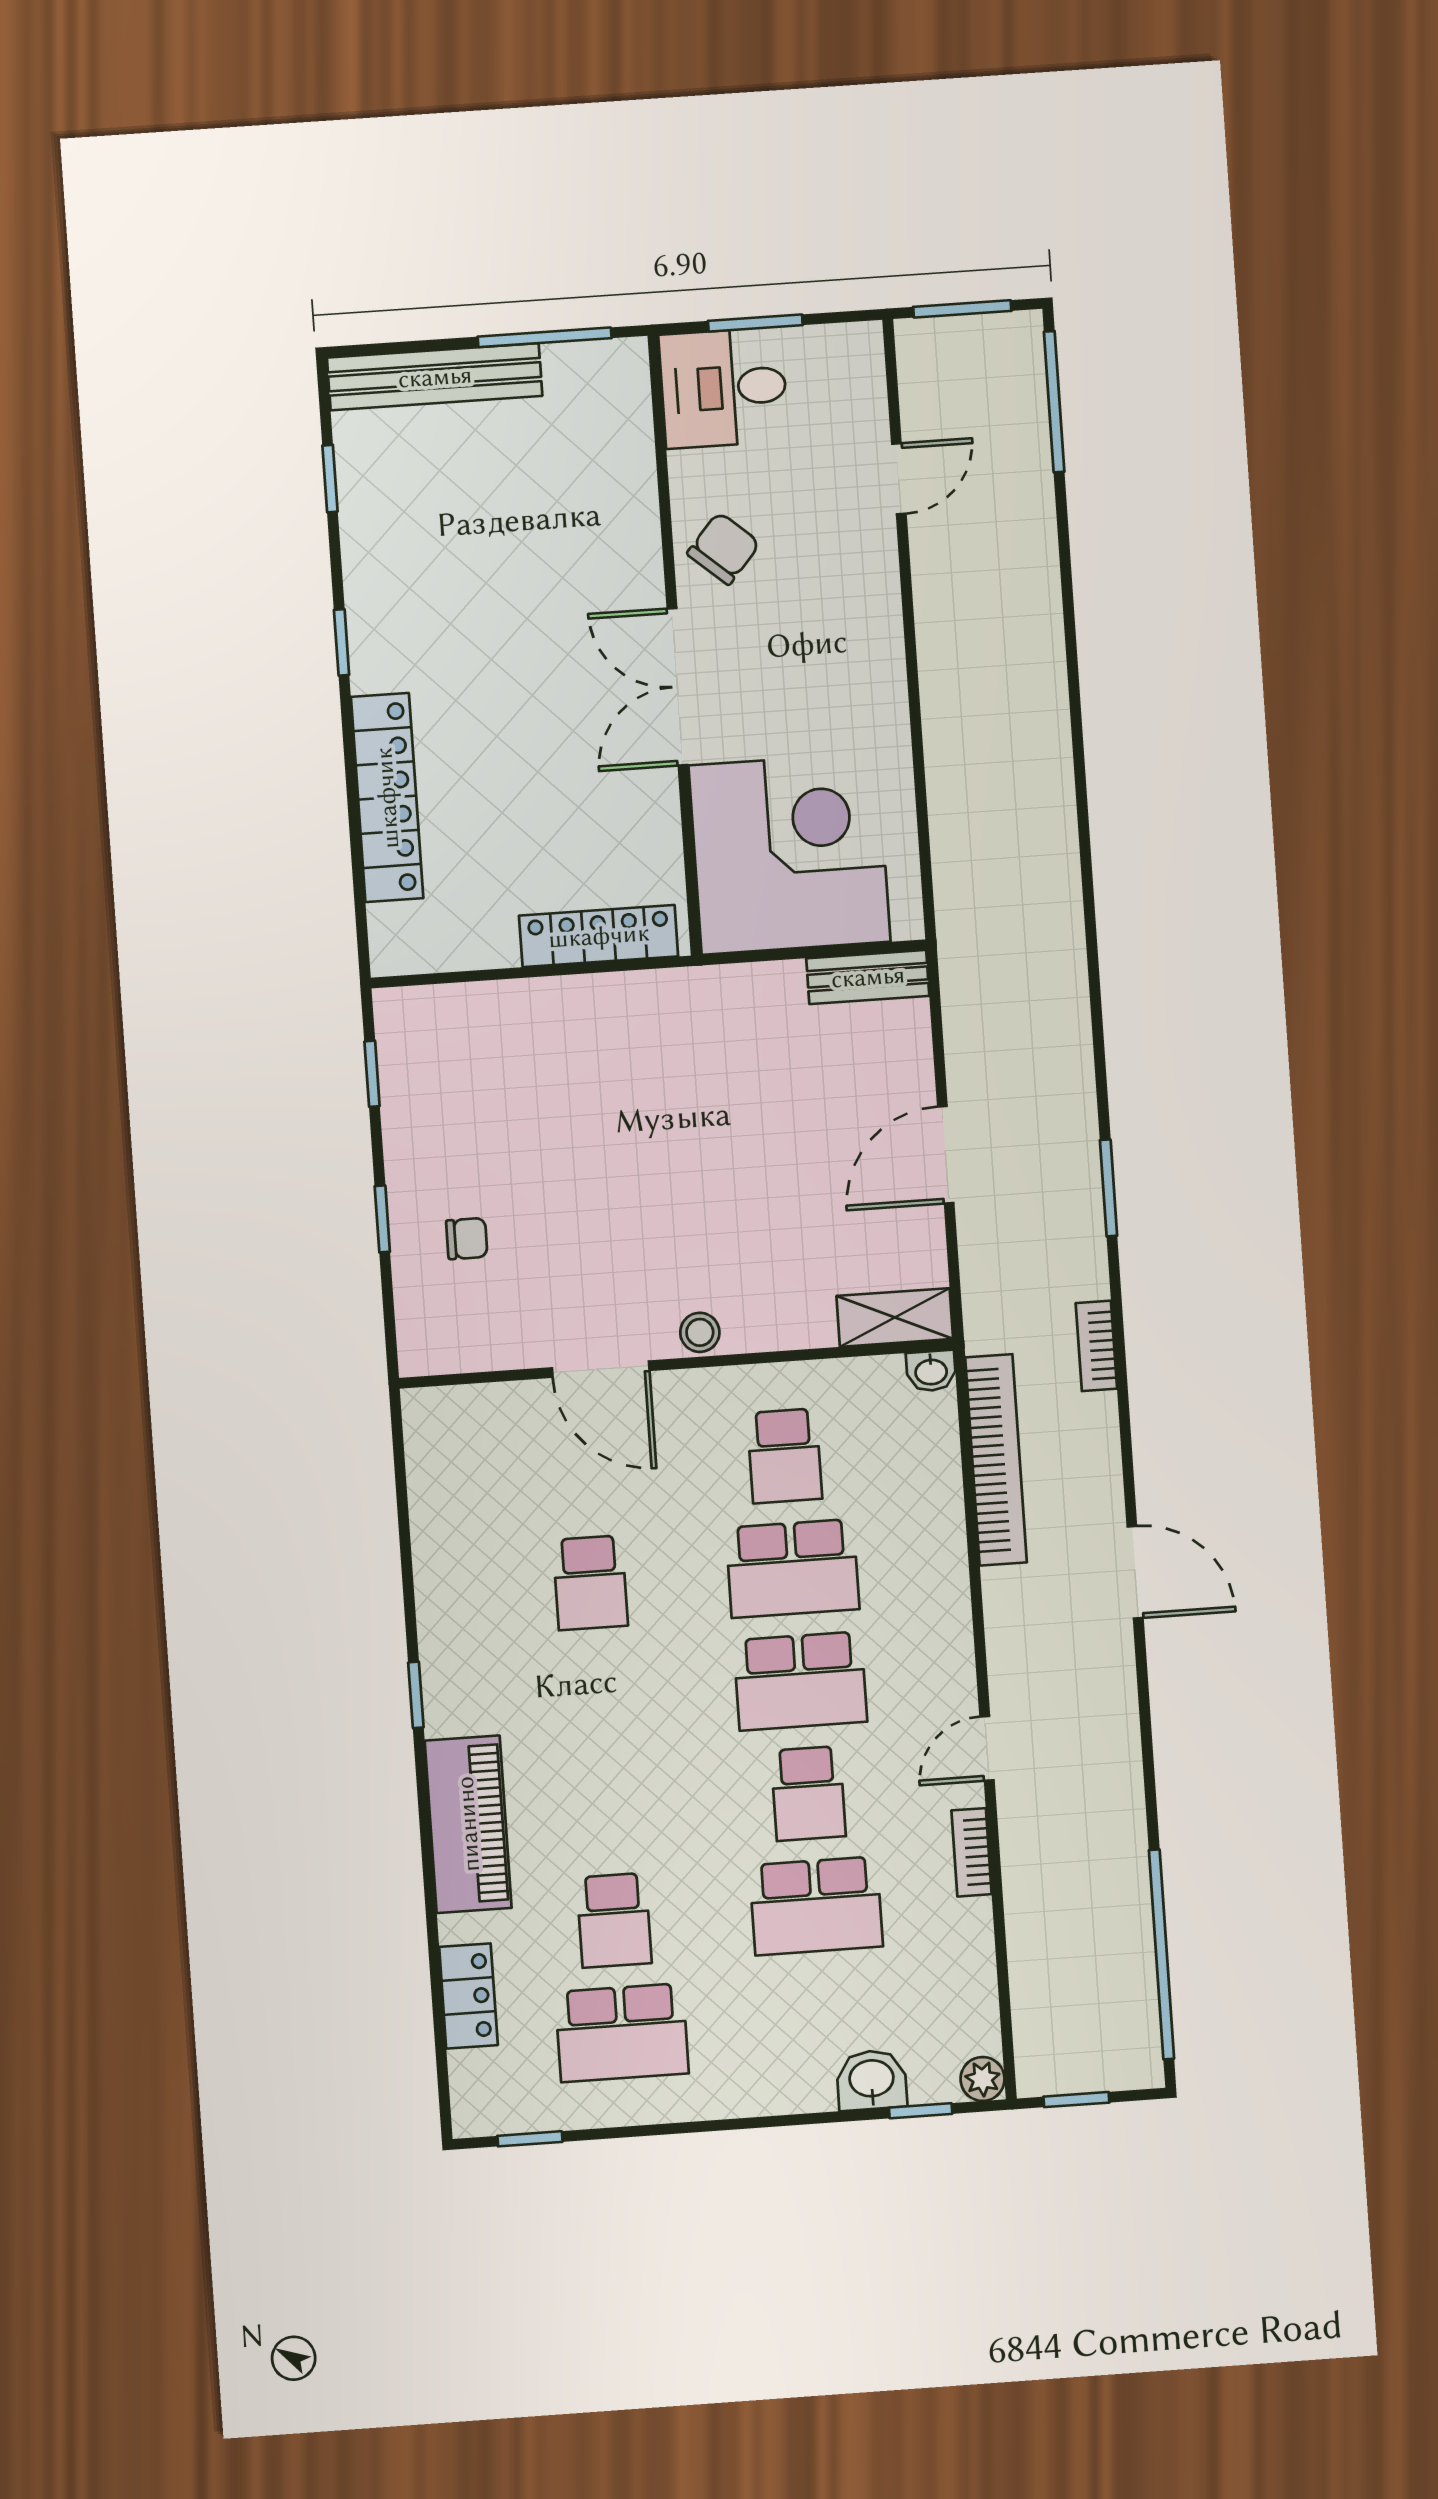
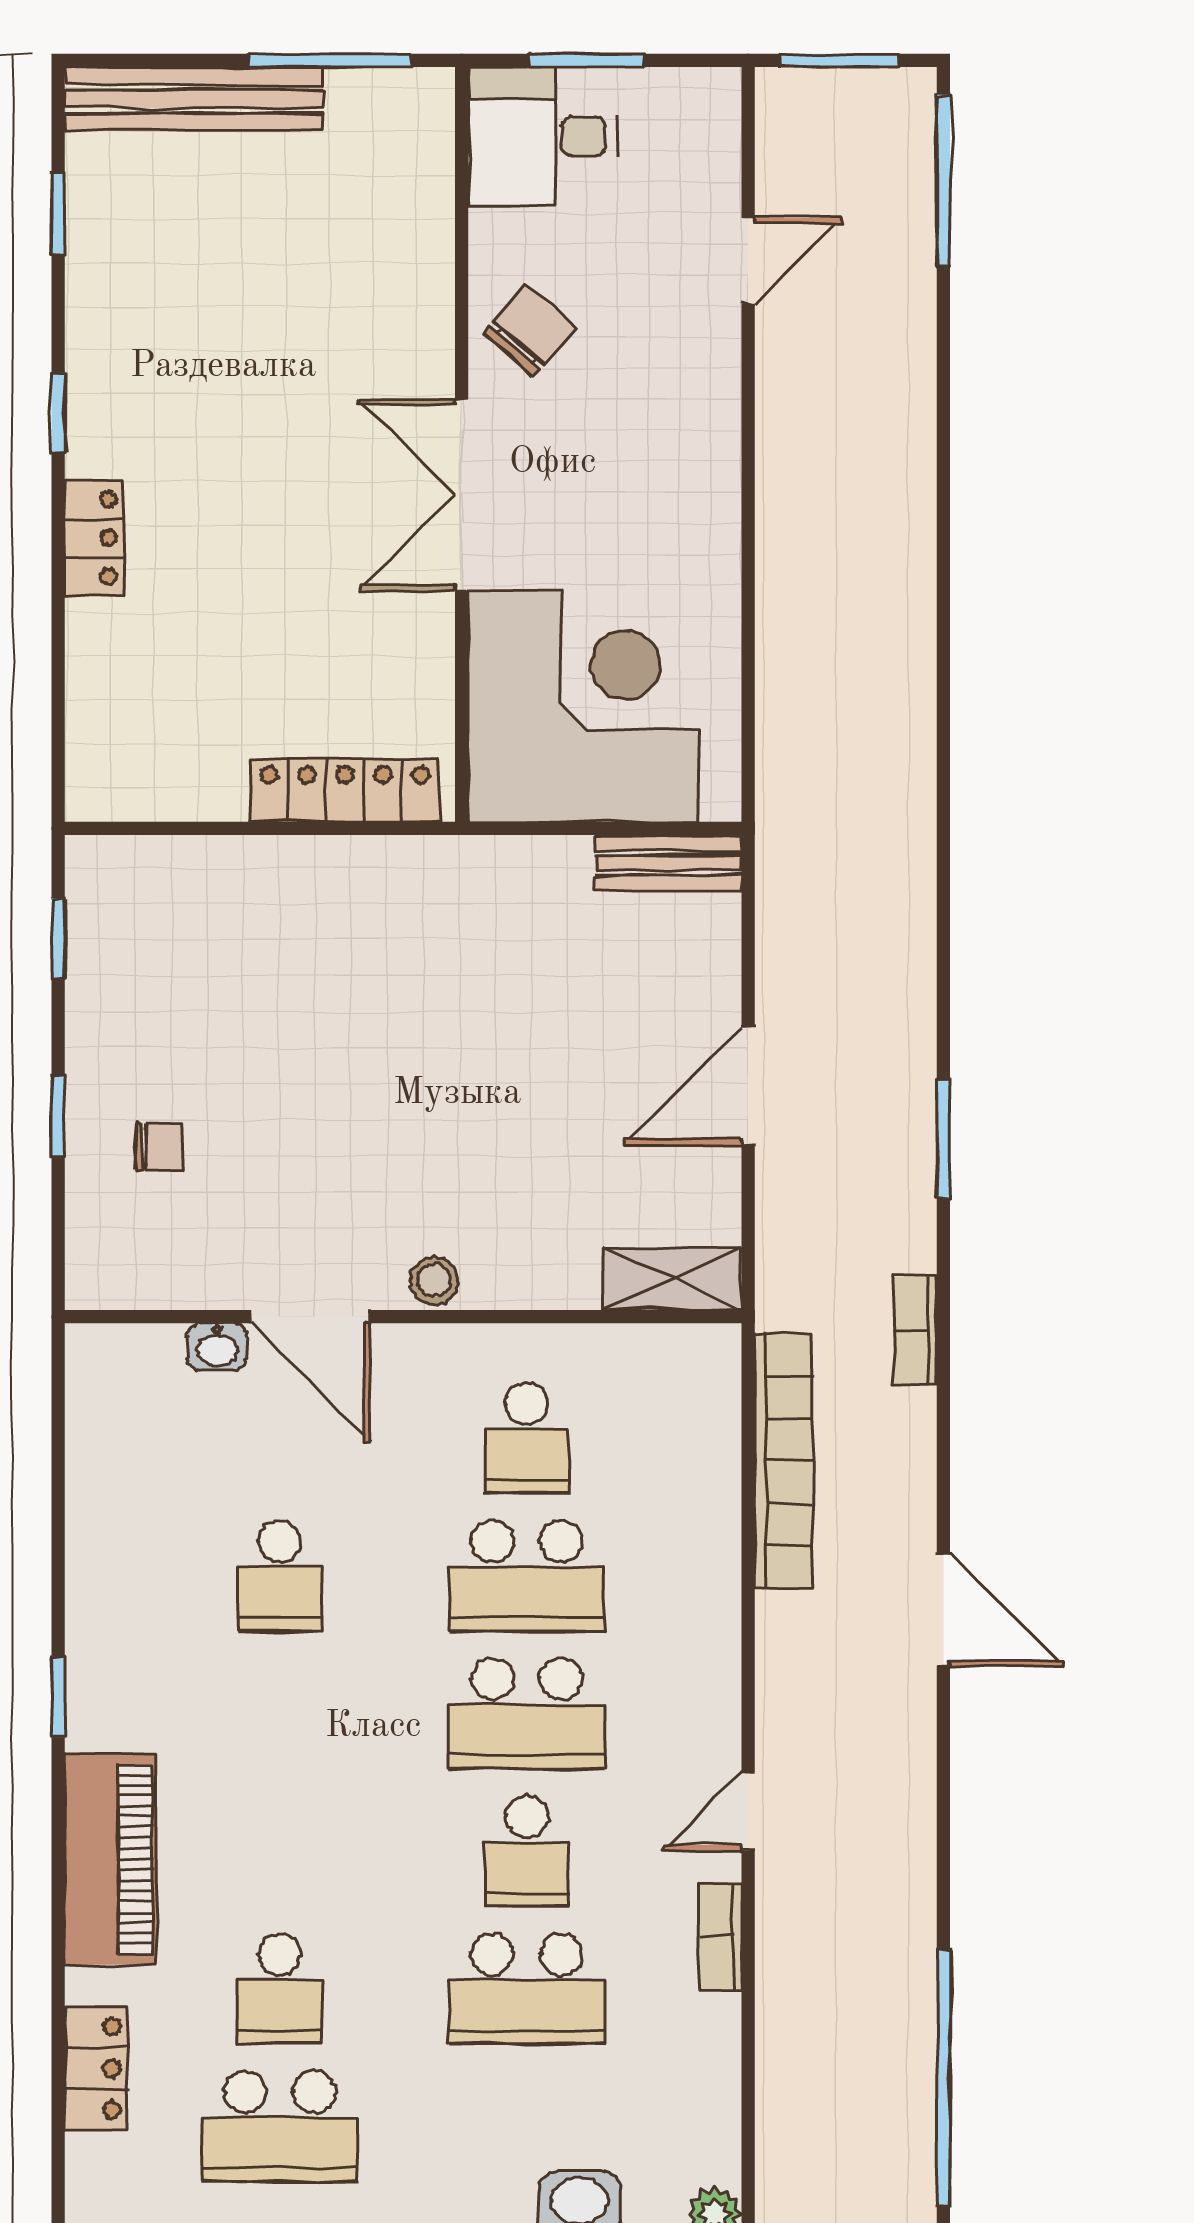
locker: (387, 798) -> (94, 538), width x0.46, depth x0.83
washbasin: (931, 1371) -> (217, 1347), moved

